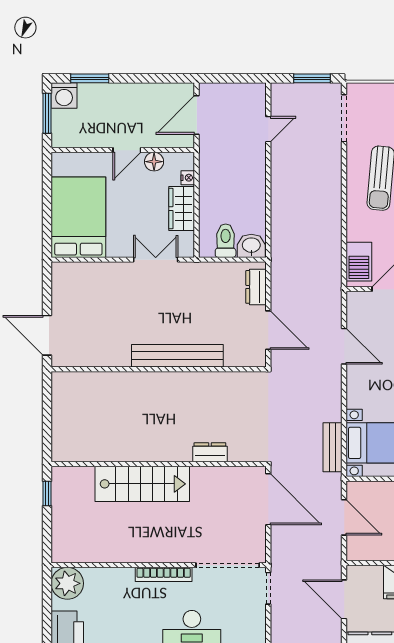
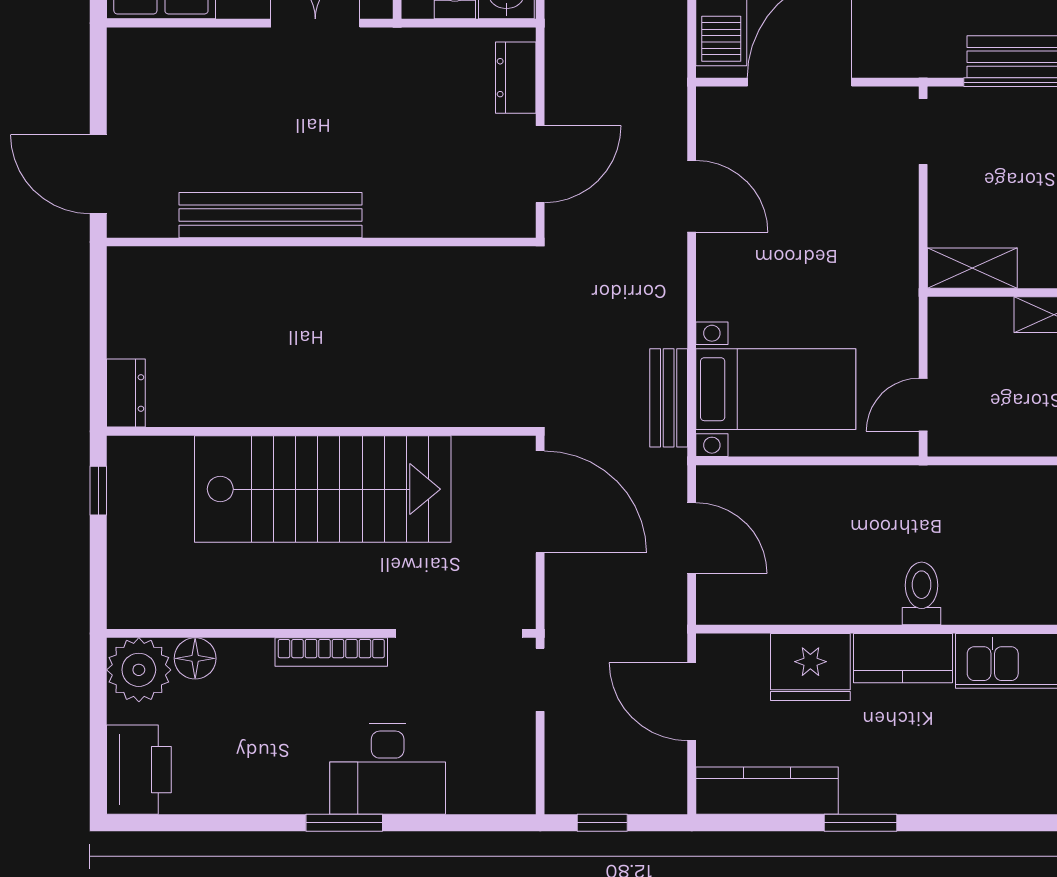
door: (268, 330) -> (540, 164), hinge flipped
bench: (177, 356) -> (271, 215), moved
dresser: (210, 452) -> (126, 393), moved, turned 90
stairs: (142, 484) -> (323, 489), width x1.36, depth x1.51
floor lamp: (95, 578) -> (195, 658), added

